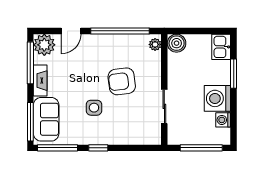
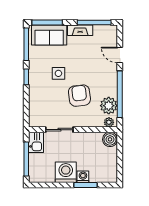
plant: (44, 45) -> (109, 106), moved
kitchen sink: (221, 47) -> (36, 142), moved, turned 90
washing machine: (223, 120) -> (83, 177), moved

